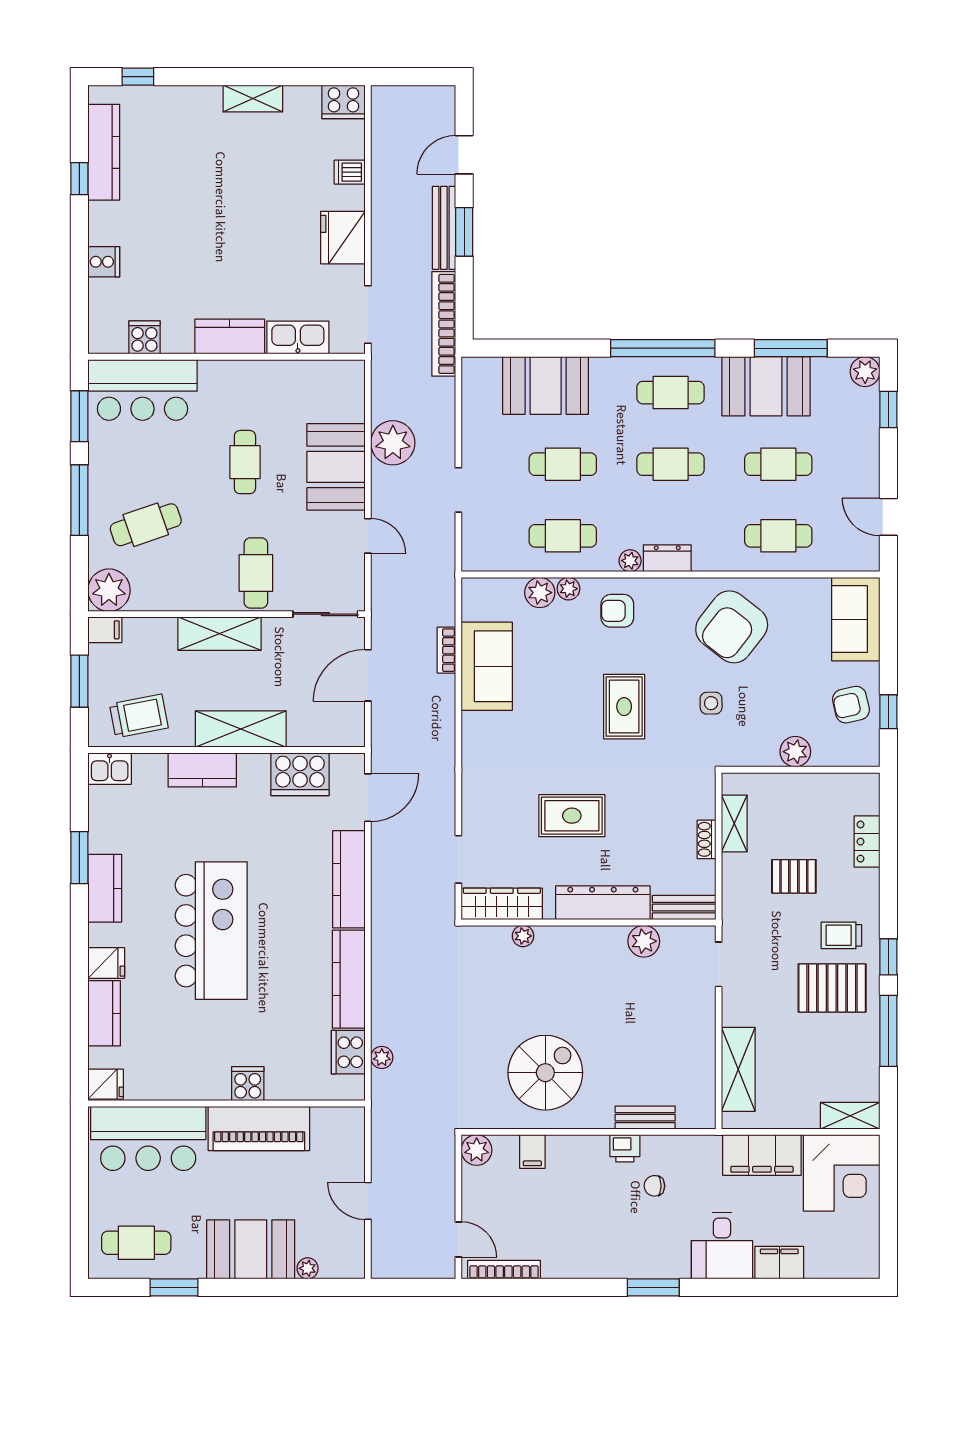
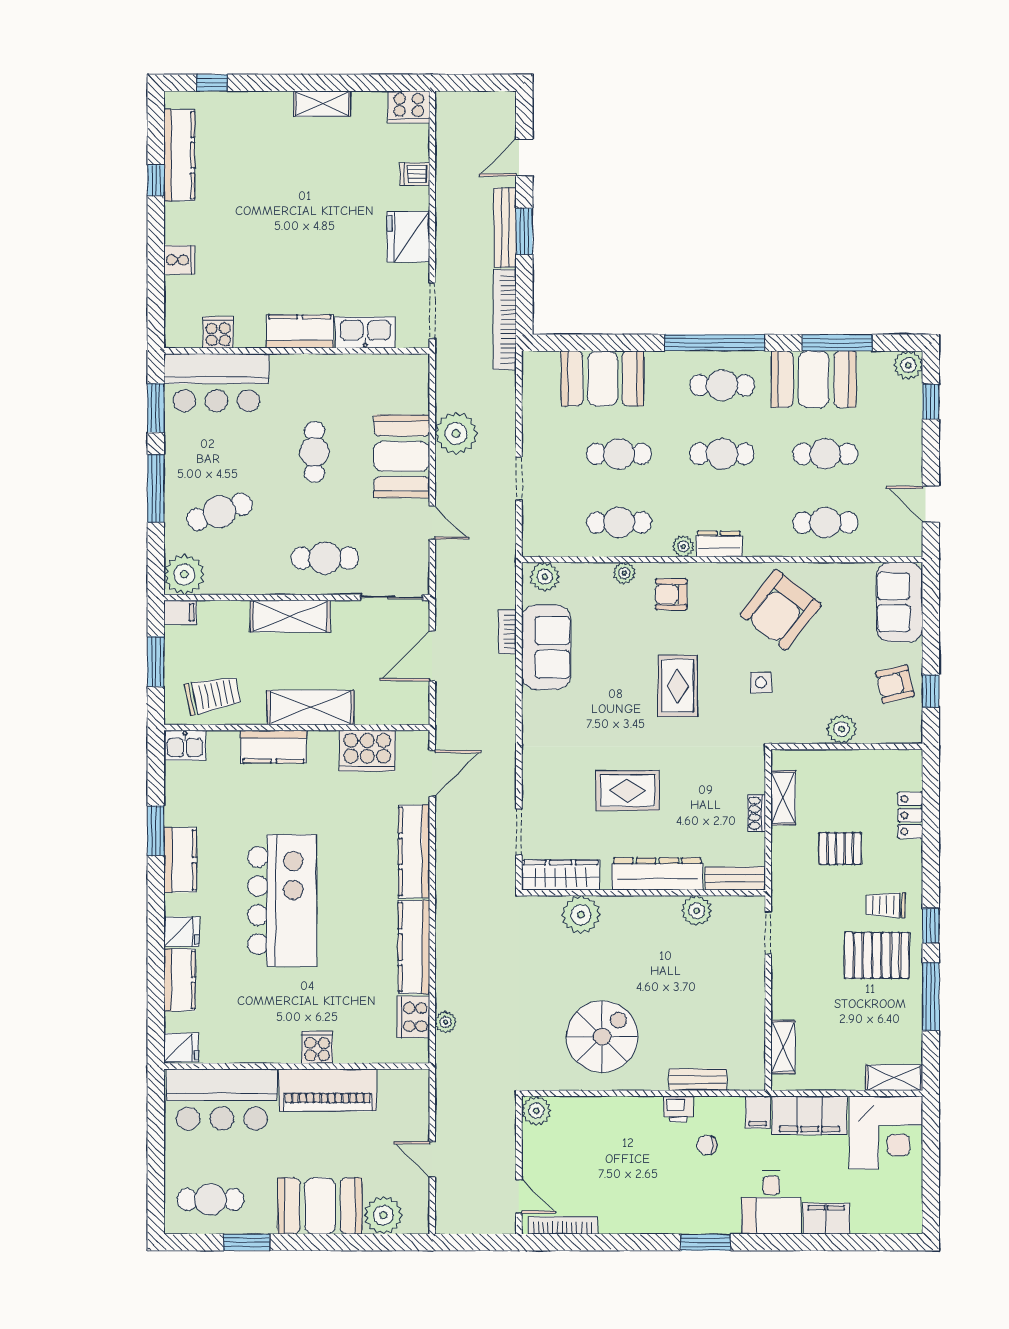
cafe table: (256, 573) -> (325, 558), turned 90
plant: (540, 593) -> (545, 577), moved
plant: (523, 936) -> (581, 915), width x1.87, depth x1.87
shelving: (738, 1069) -> (783, 1047), width x0.67, depth x0.75
filing cabinet: (532, 1152) -> (758, 1112), moved
plant: (308, 1268) -> (383, 1215), width x1.87, depth x1.87

